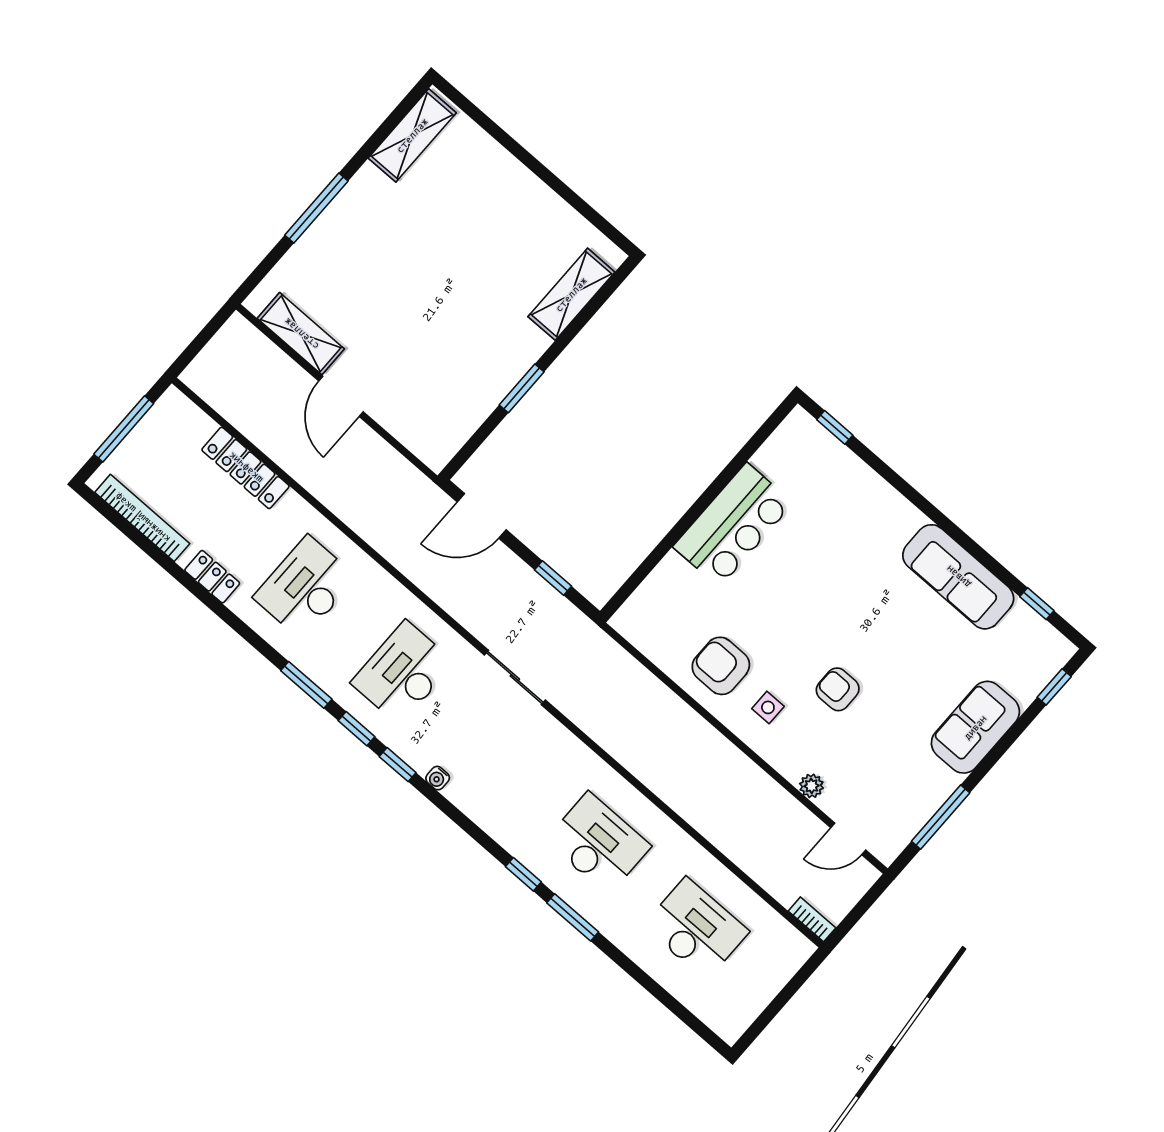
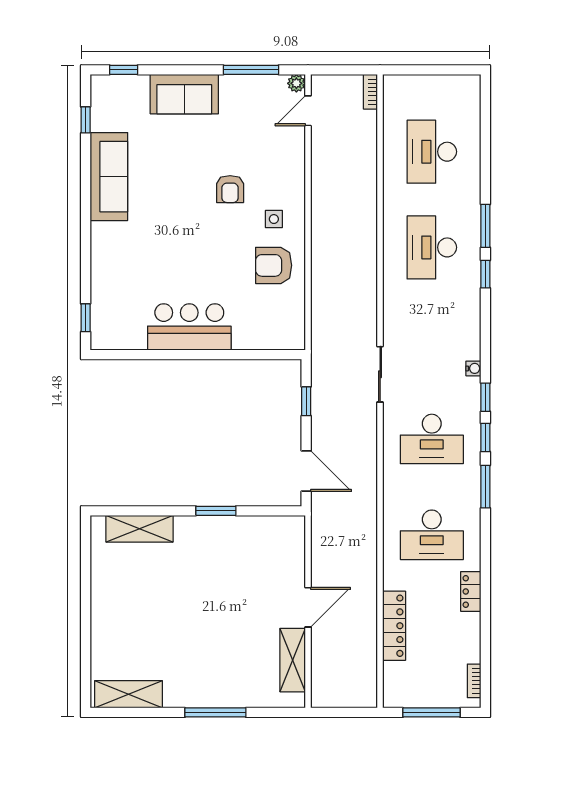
bookcase: (142, 518) -> (474, 681), width x0.43, depth x0.76
armchair: (721, 666) -> (274, 265), turned 90
plant: (811, 786) -> (296, 83), moved
door: (848, 839) -> (308, 111), swing flipped

